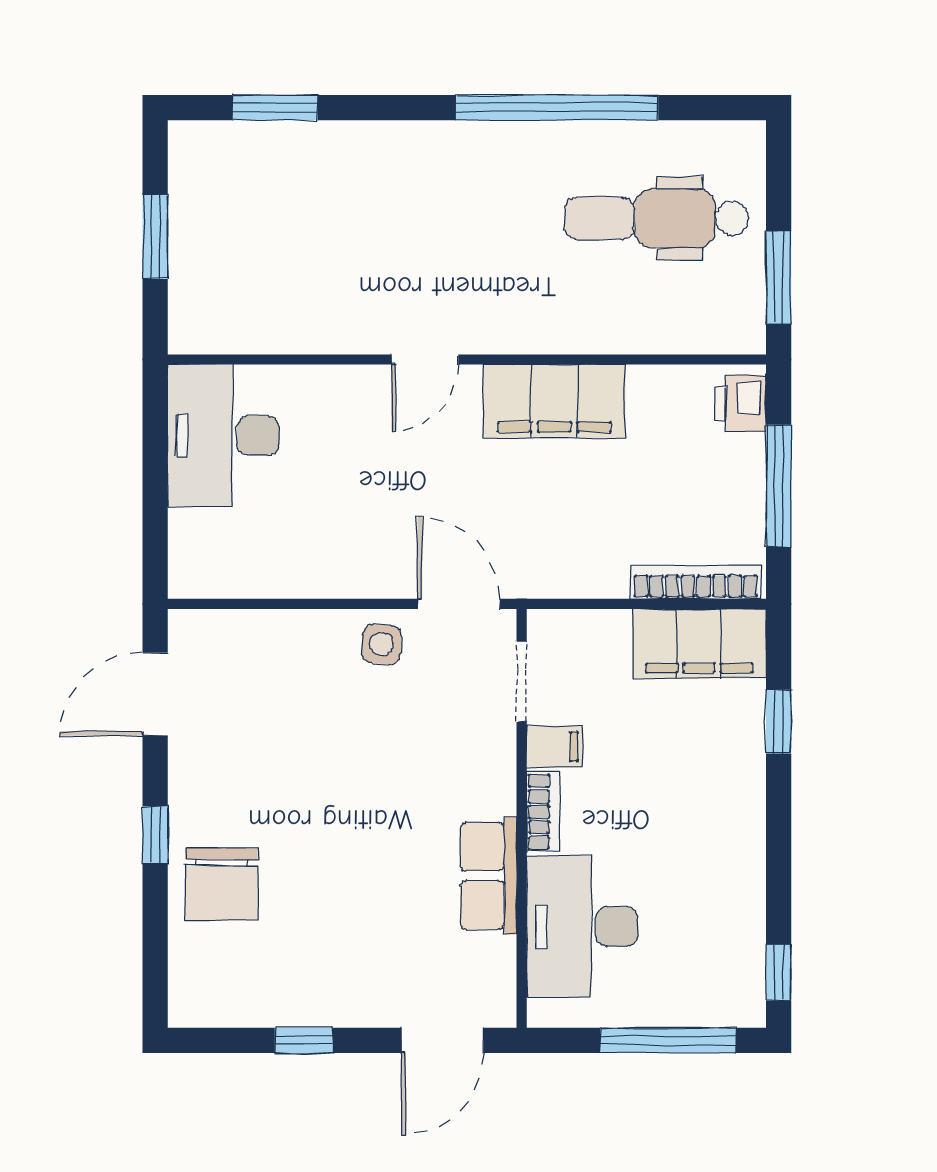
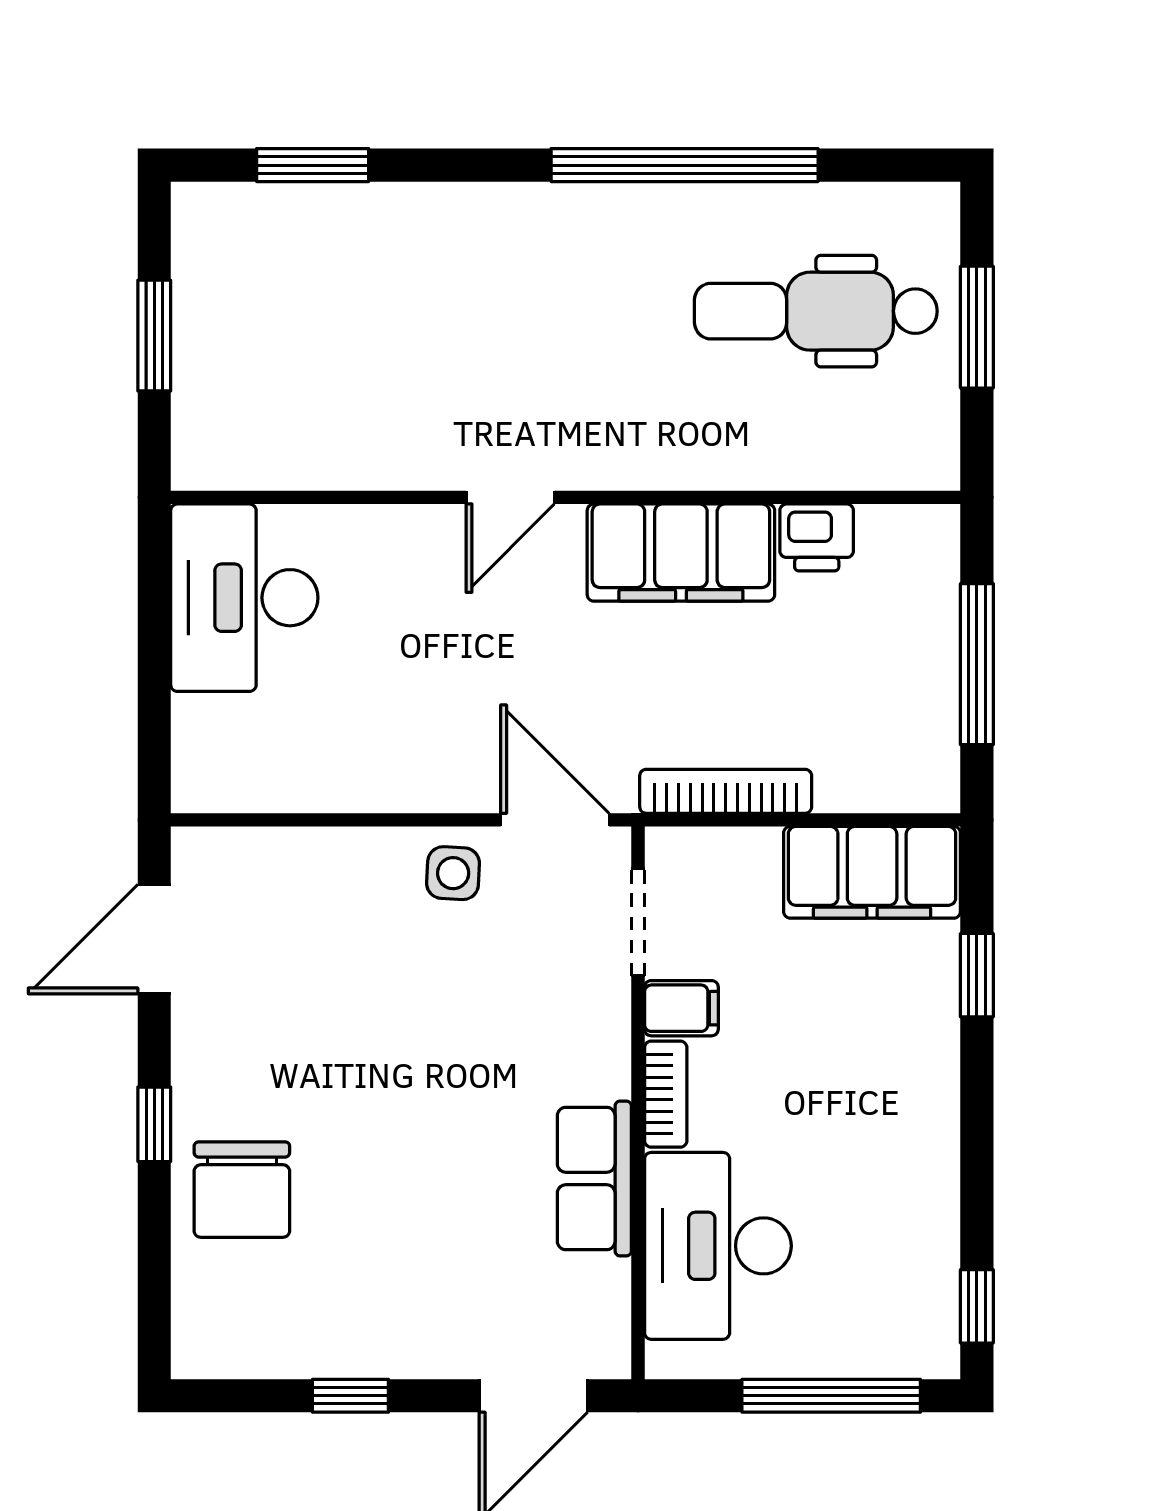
window: (779, 277) -> (977, 327), moved
printer: (741, 403) -> (817, 537), moved, turned -90
bookcase: (696, 582) -> (726, 791), moved

